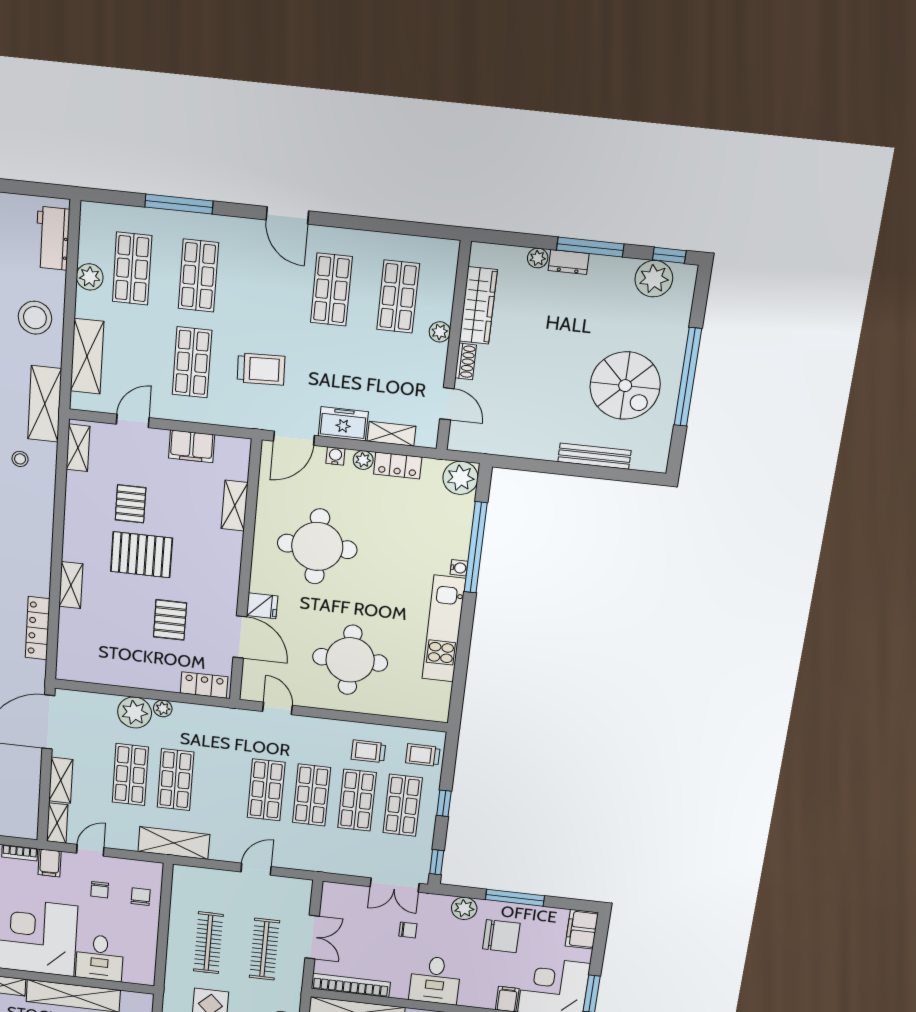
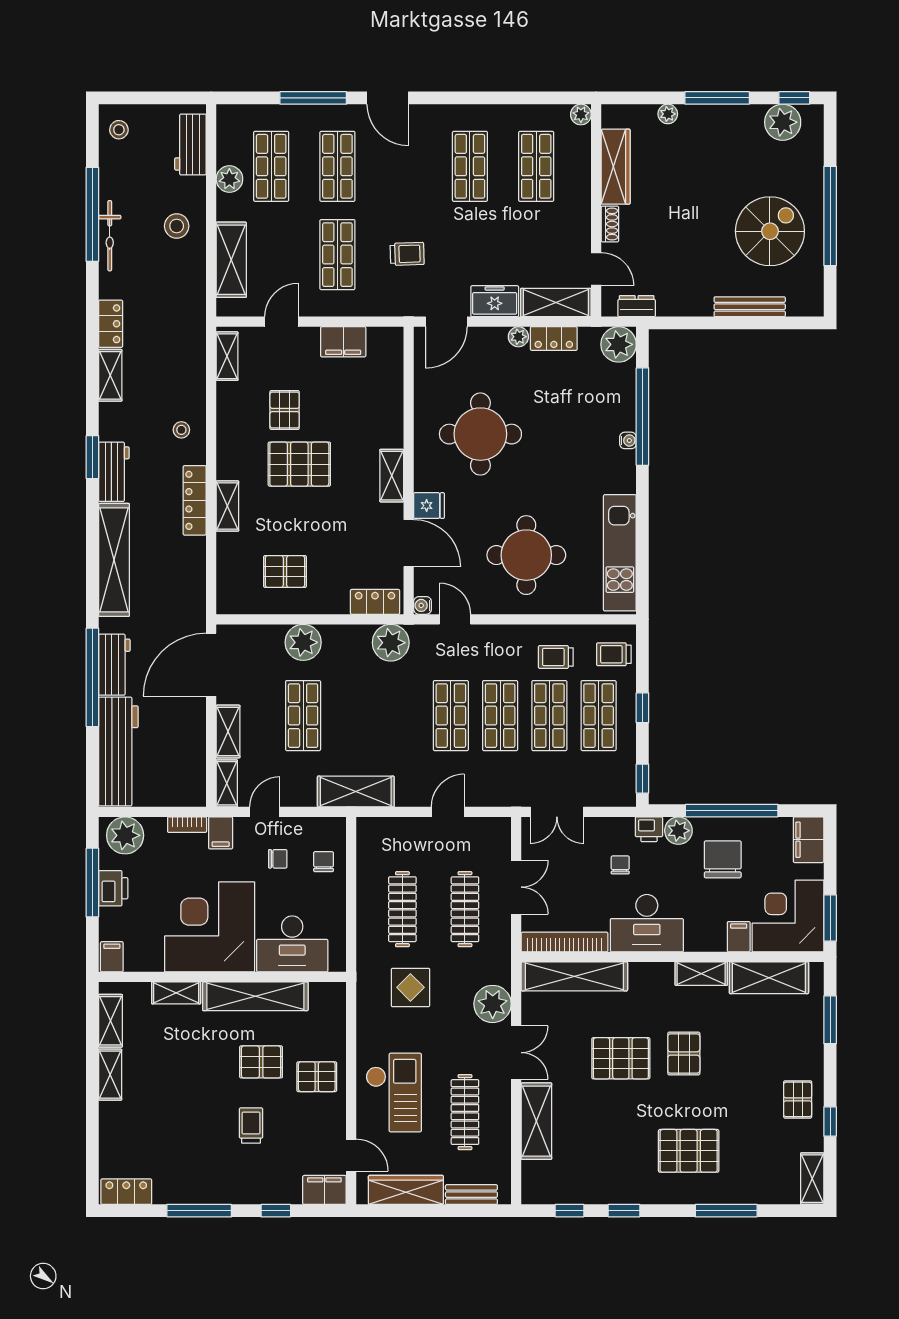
door: (287, 215) -> (388, 98), moved
dresser: (569, 262) -> (637, 306), moved, turned 180
stool: (35, 318) -> (177, 226), width x0.73, depth x0.73
plant: (440, 332) -> (581, 114), moved
trolley: (261, 369) -> (407, 254), width x0.73, depth x0.72
spiral stairs: (625, 386) -> (770, 231), turned -90
shelving: (45, 404) -> (191, 314), removed
shelving: (391, 434) -> (556, 303), width x1.50, depth x1.33
water cooler: (335, 456) -> (423, 605), moved, turned -90
stool: (20, 459) -> (181, 430), moved
shelving: (235, 506) -> (392, 476), moved
pallet: (170, 620) -> (285, 572), moved, turned 90
locker: (38, 628) -> (195, 500), moved
kitchen unit: (444, 629) -> (620, 553), moved
plant: (163, 708) -> (391, 643), moved, width x1.88, depth x1.88
shop shelf: (176, 780) -> (352, 716), removed
double door: (395, 885) -> (557, 812), moved
chair: (100, 890) -> (278, 859), turned -90
window: (515, 898) -> (732, 811), width x1.46
printer: (437, 904) -> (649, 829), added
chair: (408, 930) -> (620, 865), turned -90
chair: (501, 936) -> (723, 859), turned -90
desk: (100, 958) -> (292, 944), width x1.37
desk: (435, 980) -> (647, 923), width x1.37

